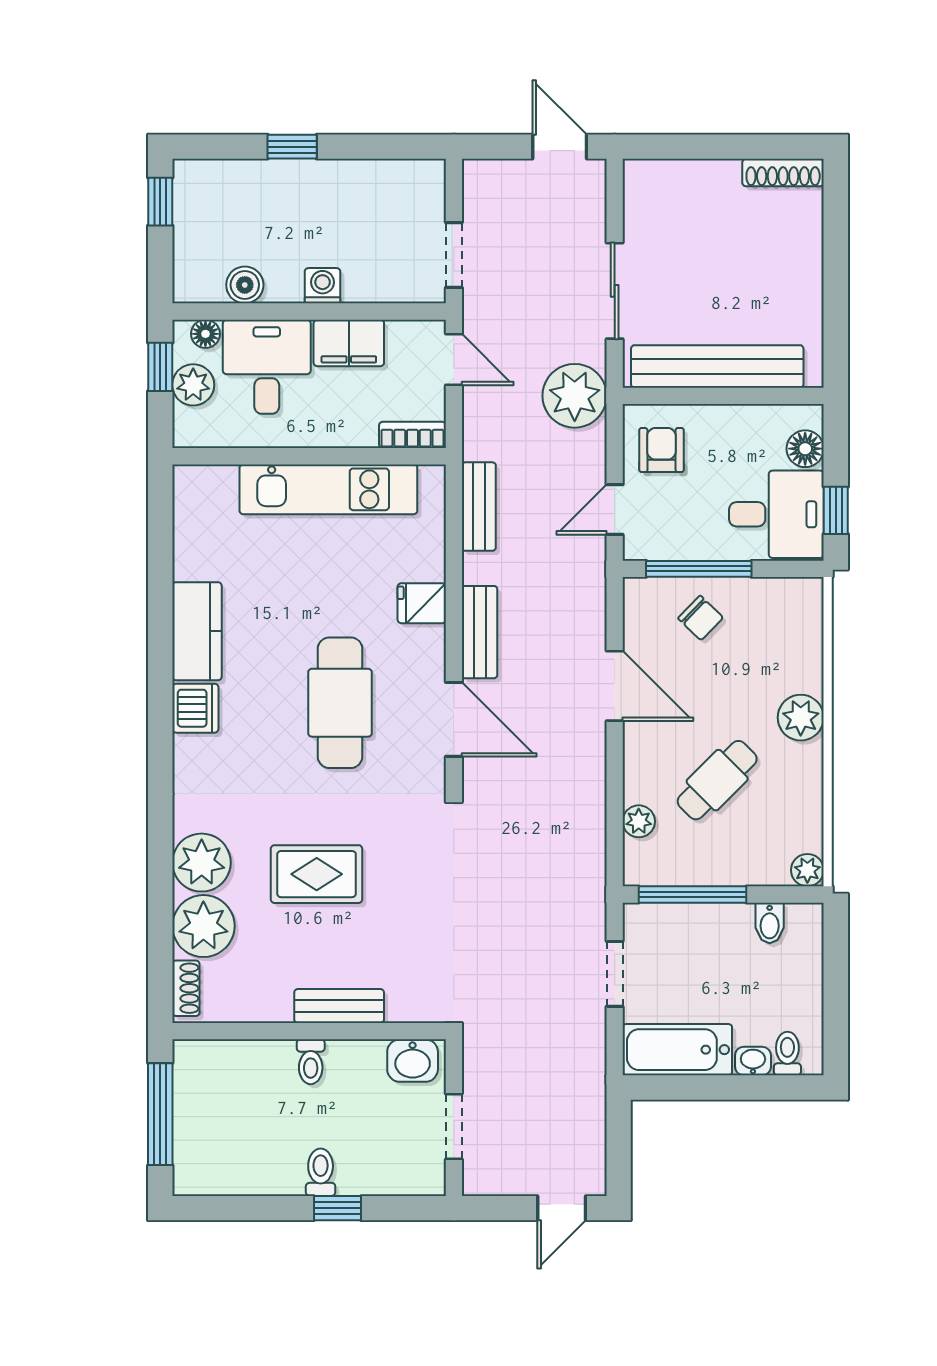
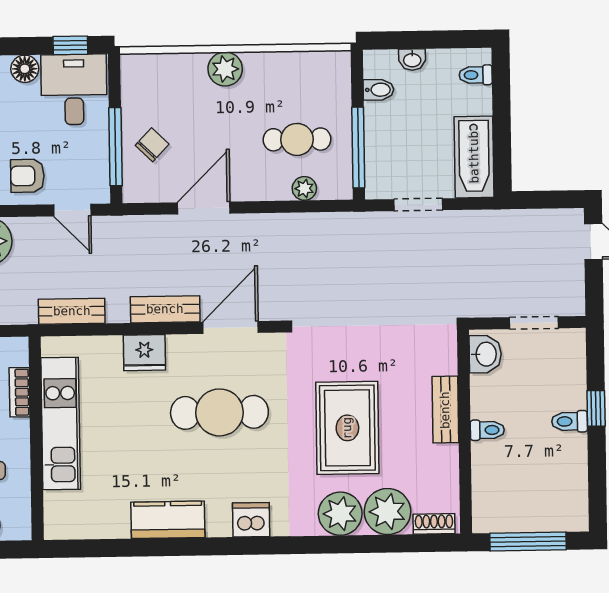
bookcase: (412, 435) -> (20, 392), moved
fridge: (422, 603) -> (144, 353), width x1.38
dishwasher: (195, 708) -> (251, 520), moved
cafe table: (717, 780) -> (297, 139), moved, turned -45
plant: (807, 870) -> (339, 62), removed
rug: (317, 874) -> (347, 428), width x1.36, depth x1.43
washbasin: (753, 1061) -> (412, 60), moved, turned -90

